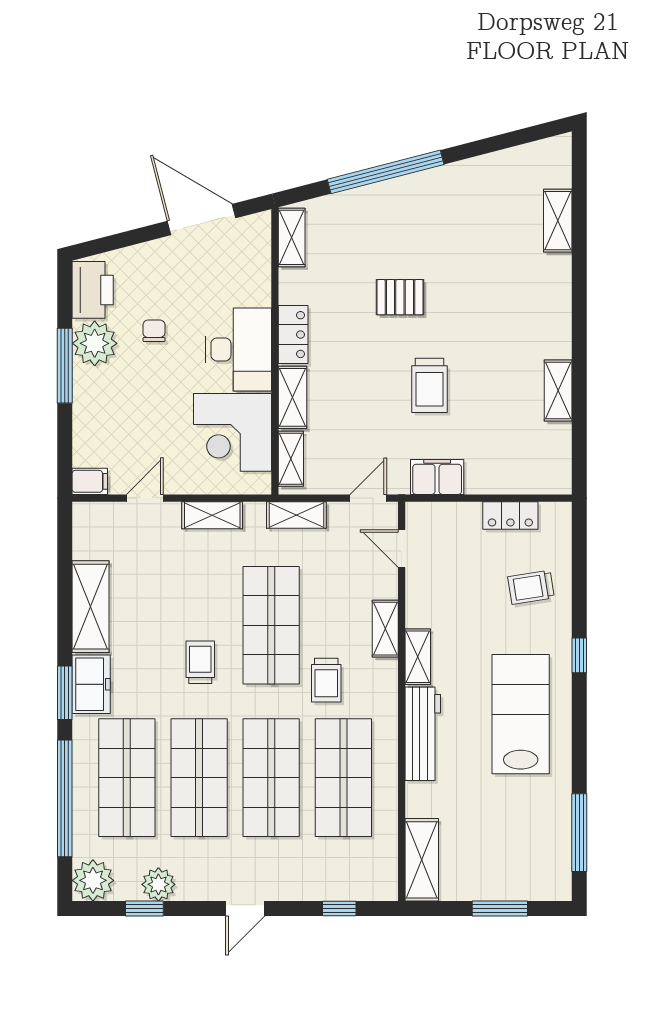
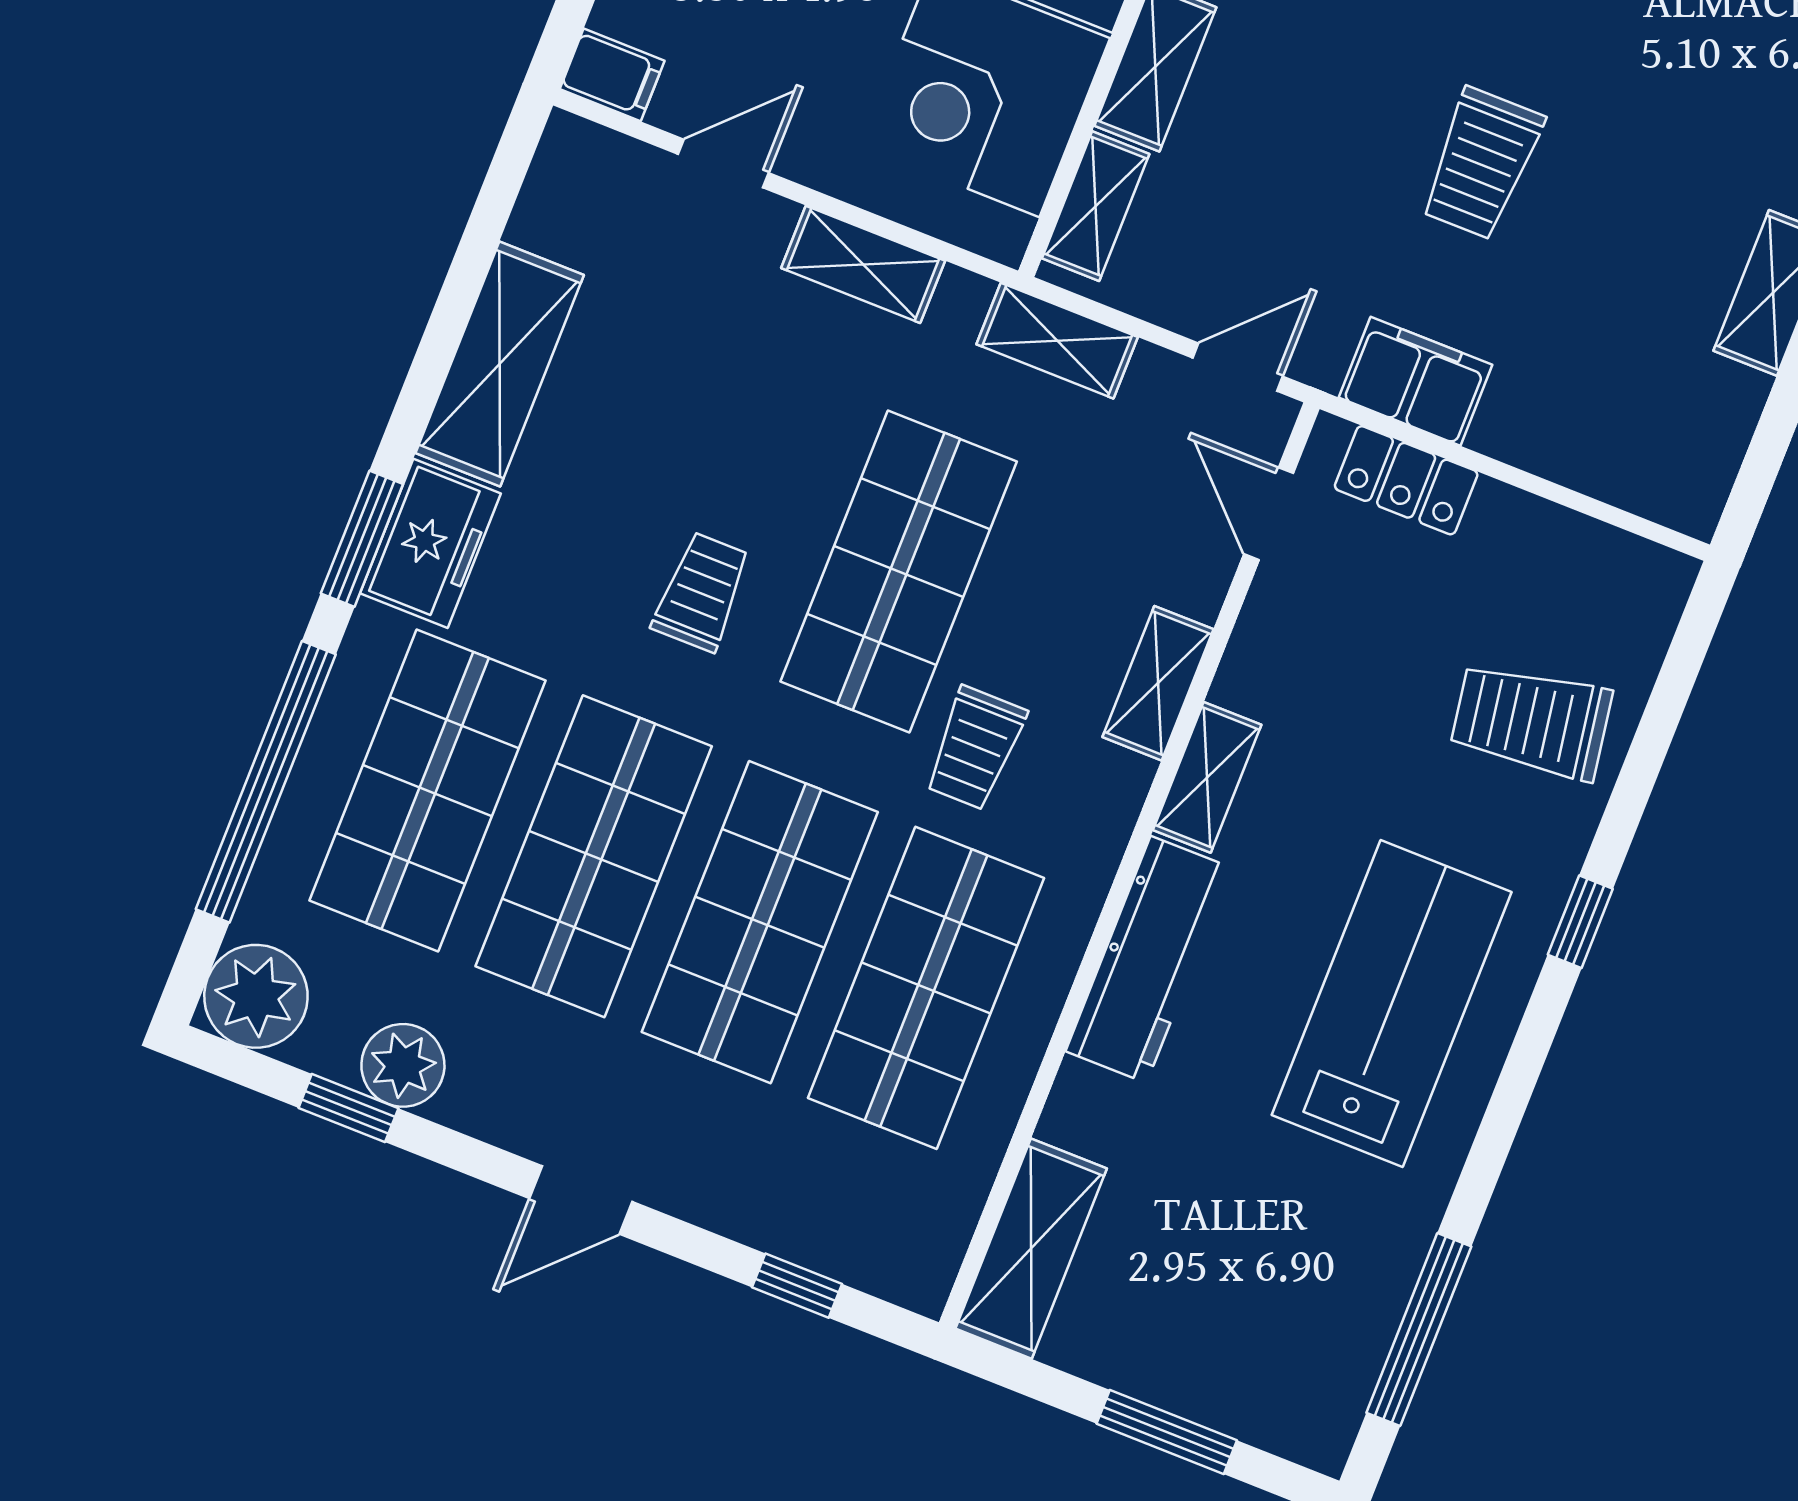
locker: (510, 515) -> (1406, 480), moved
trolley: (531, 587) -> (1531, 721), width x1.36, depth x1.39

